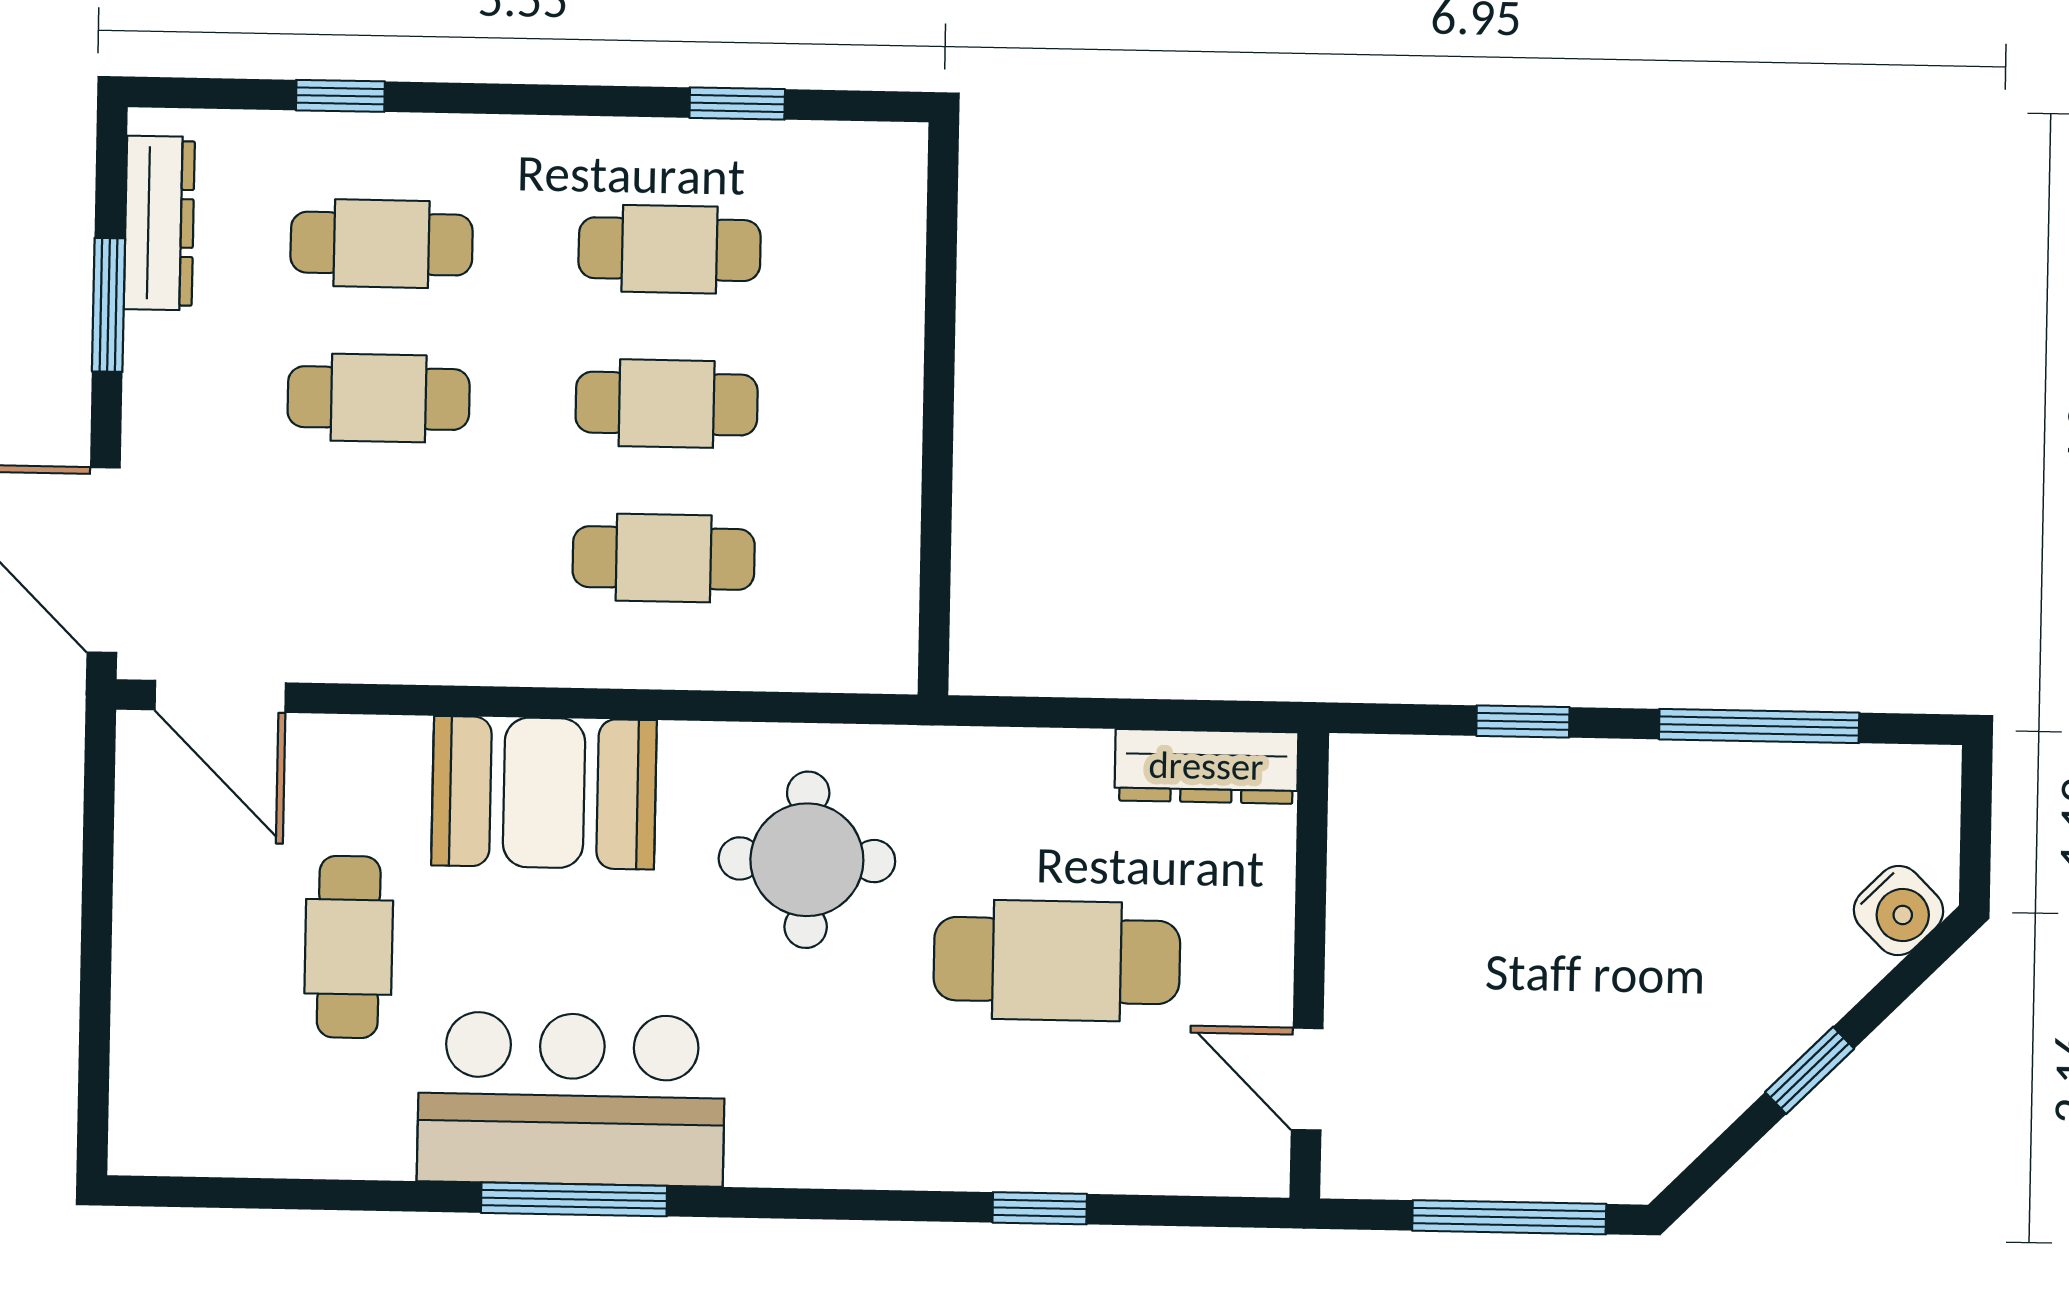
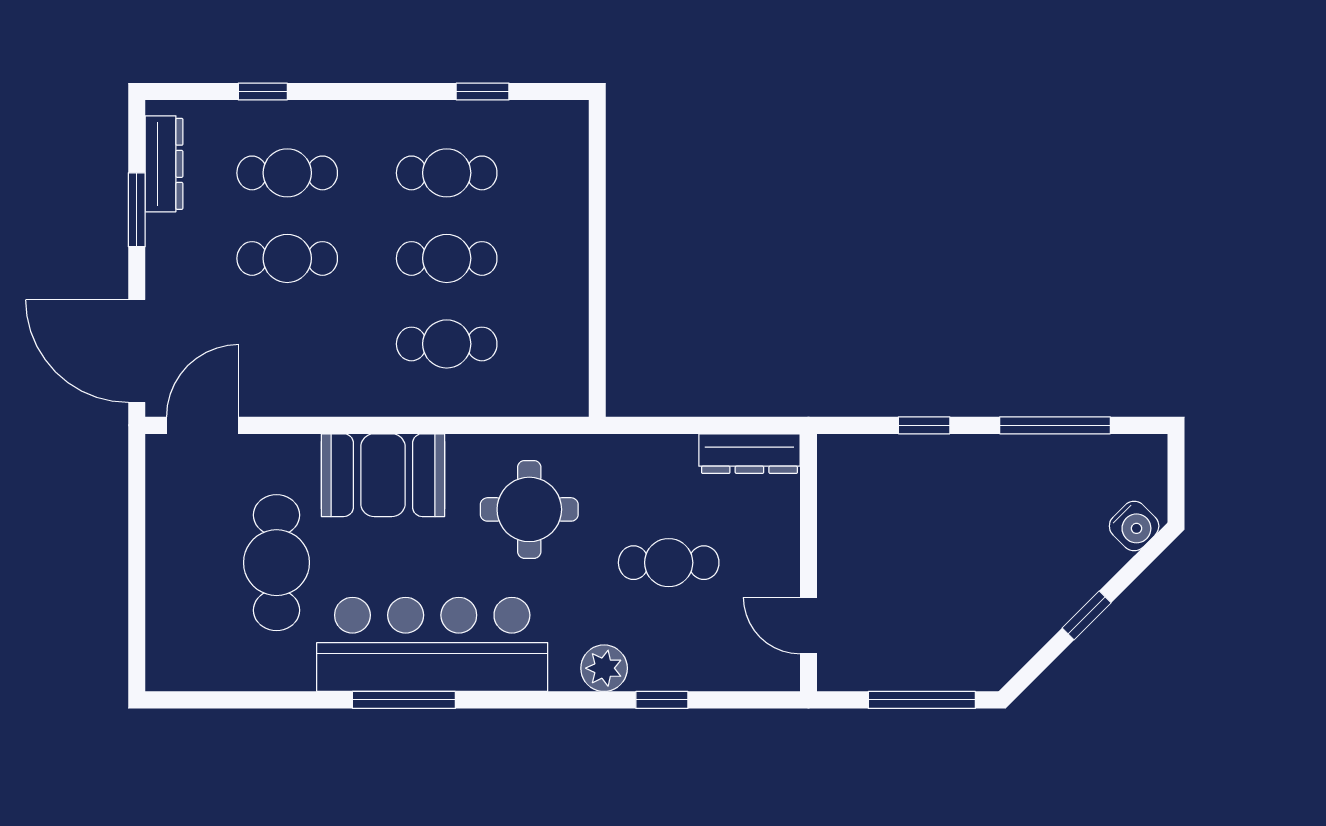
door: (220, 696) -> (203, 425), swing flipped
cafe table: (349, 947) -> (276, 563), width x1.37, depth x1.35
cafe table: (1057, 961) -> (669, 563), width x0.73, depth x0.74
bar counter: (571, 1099) -> (432, 644), width x1.36
plant: (936, 1149) -> (604, 668), added

